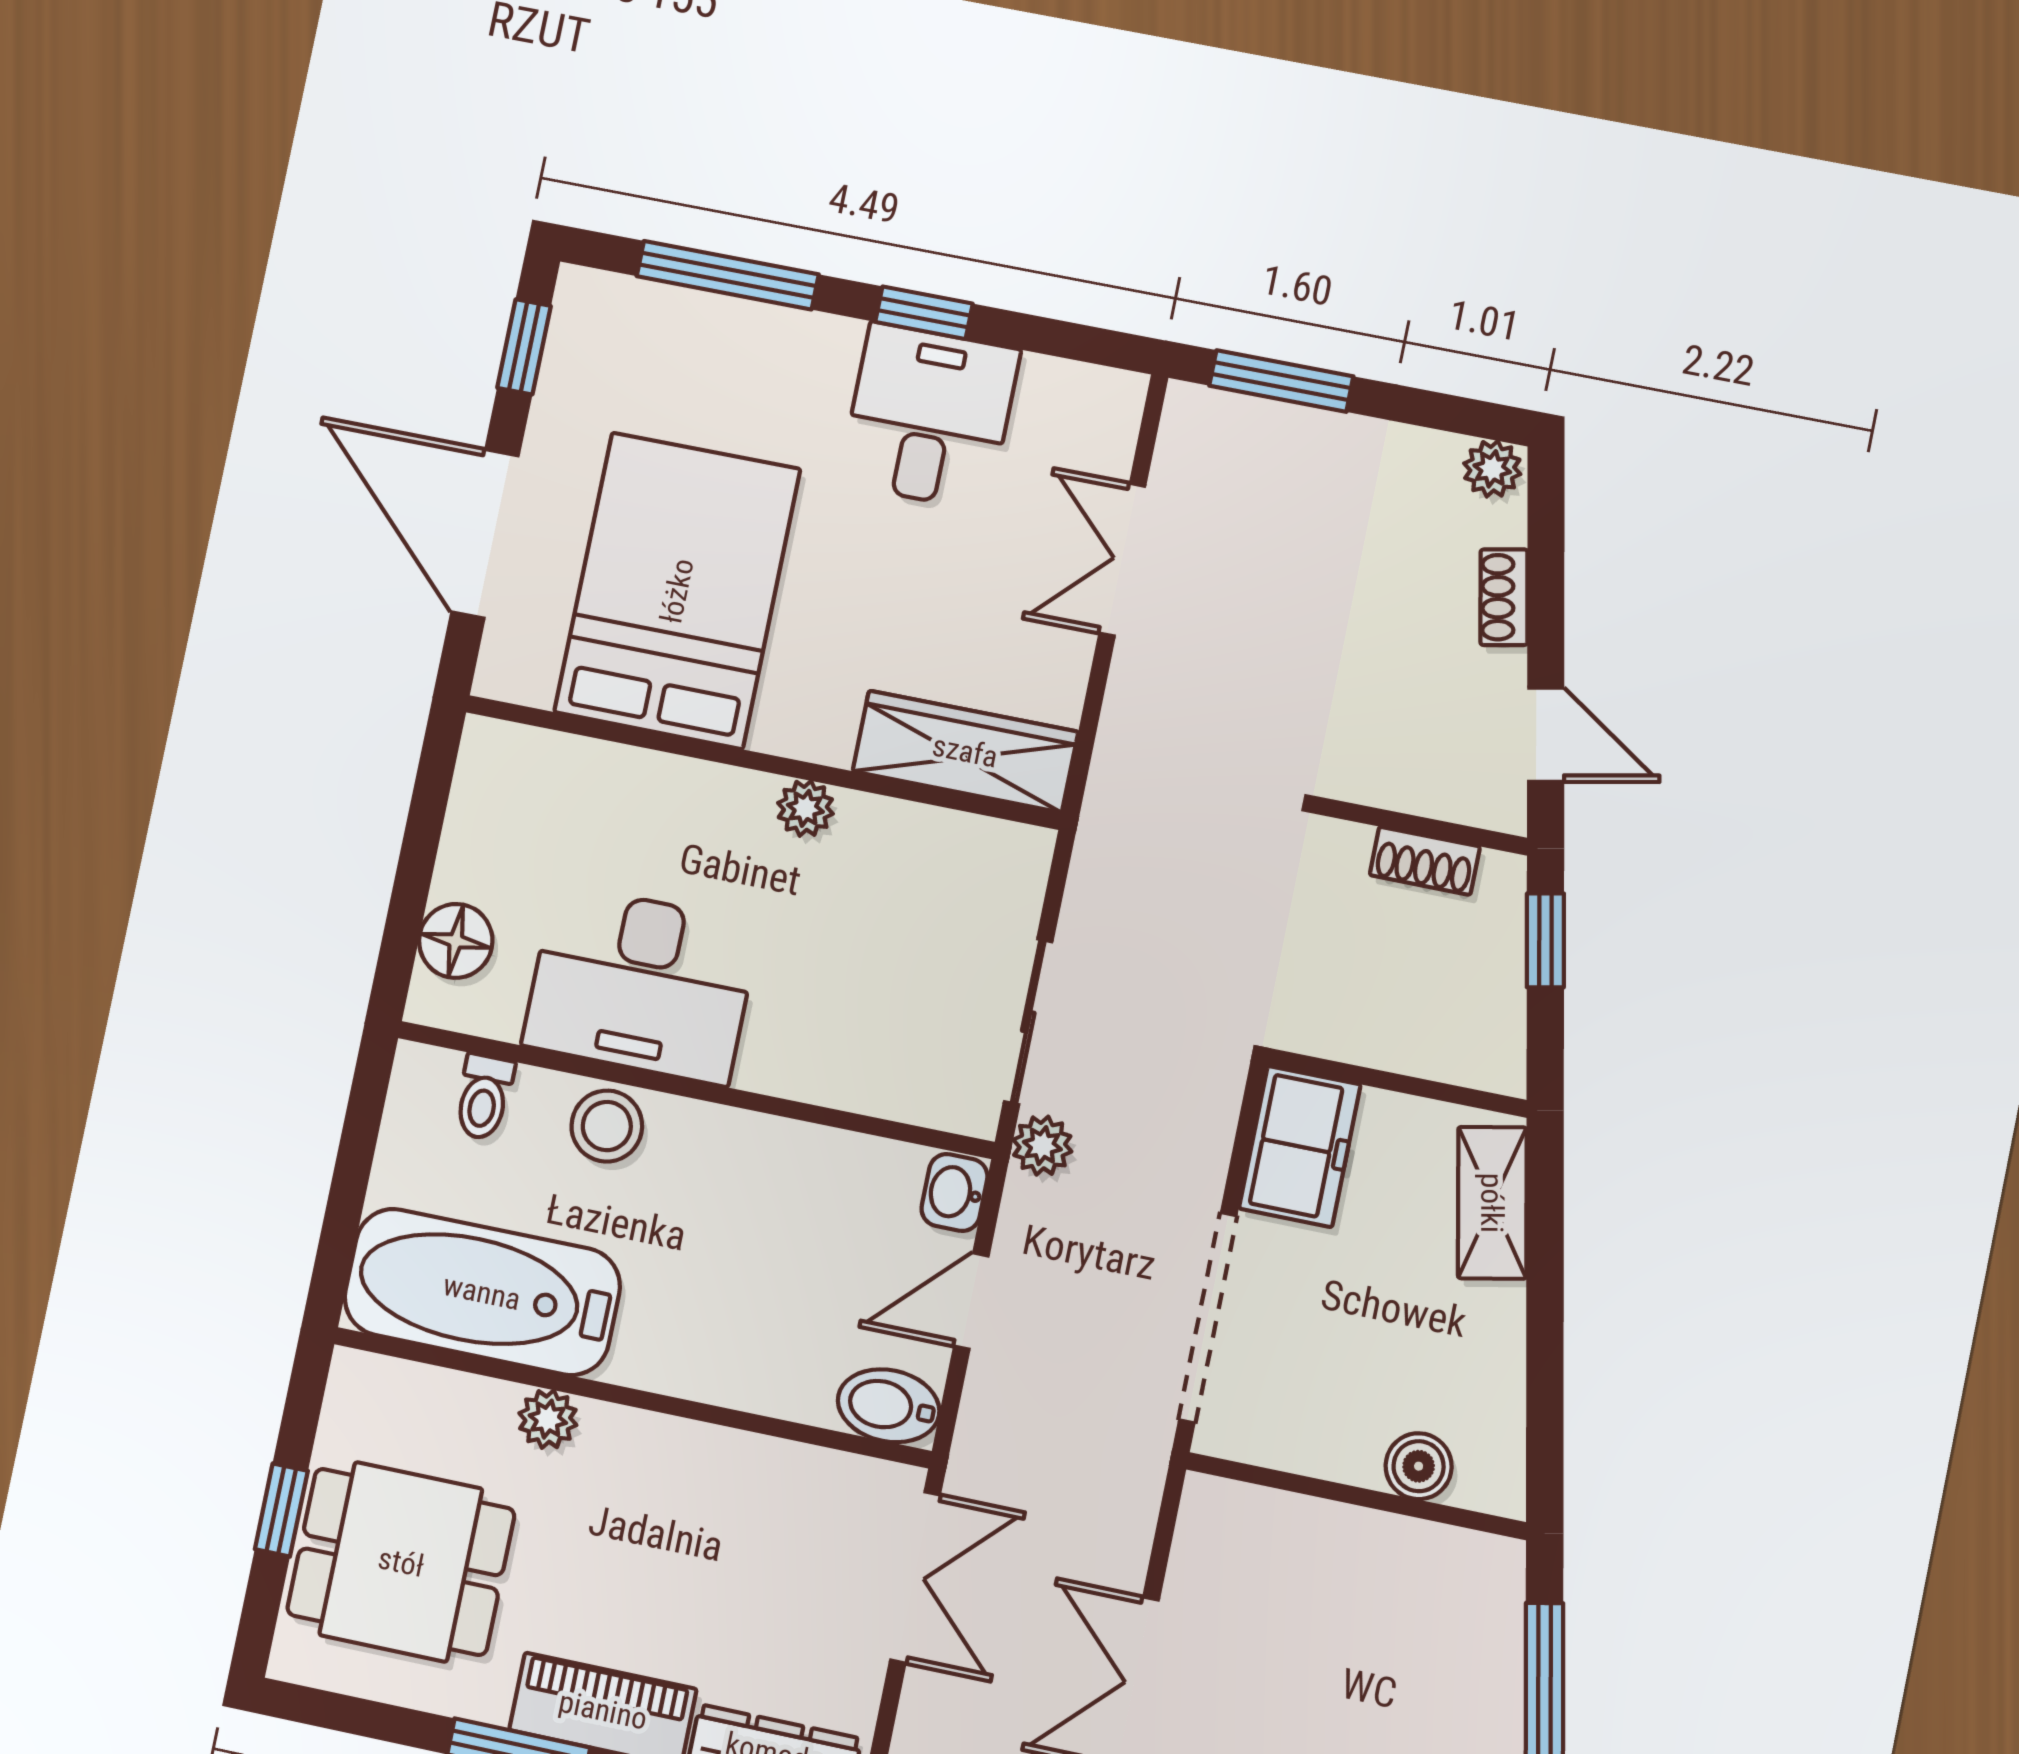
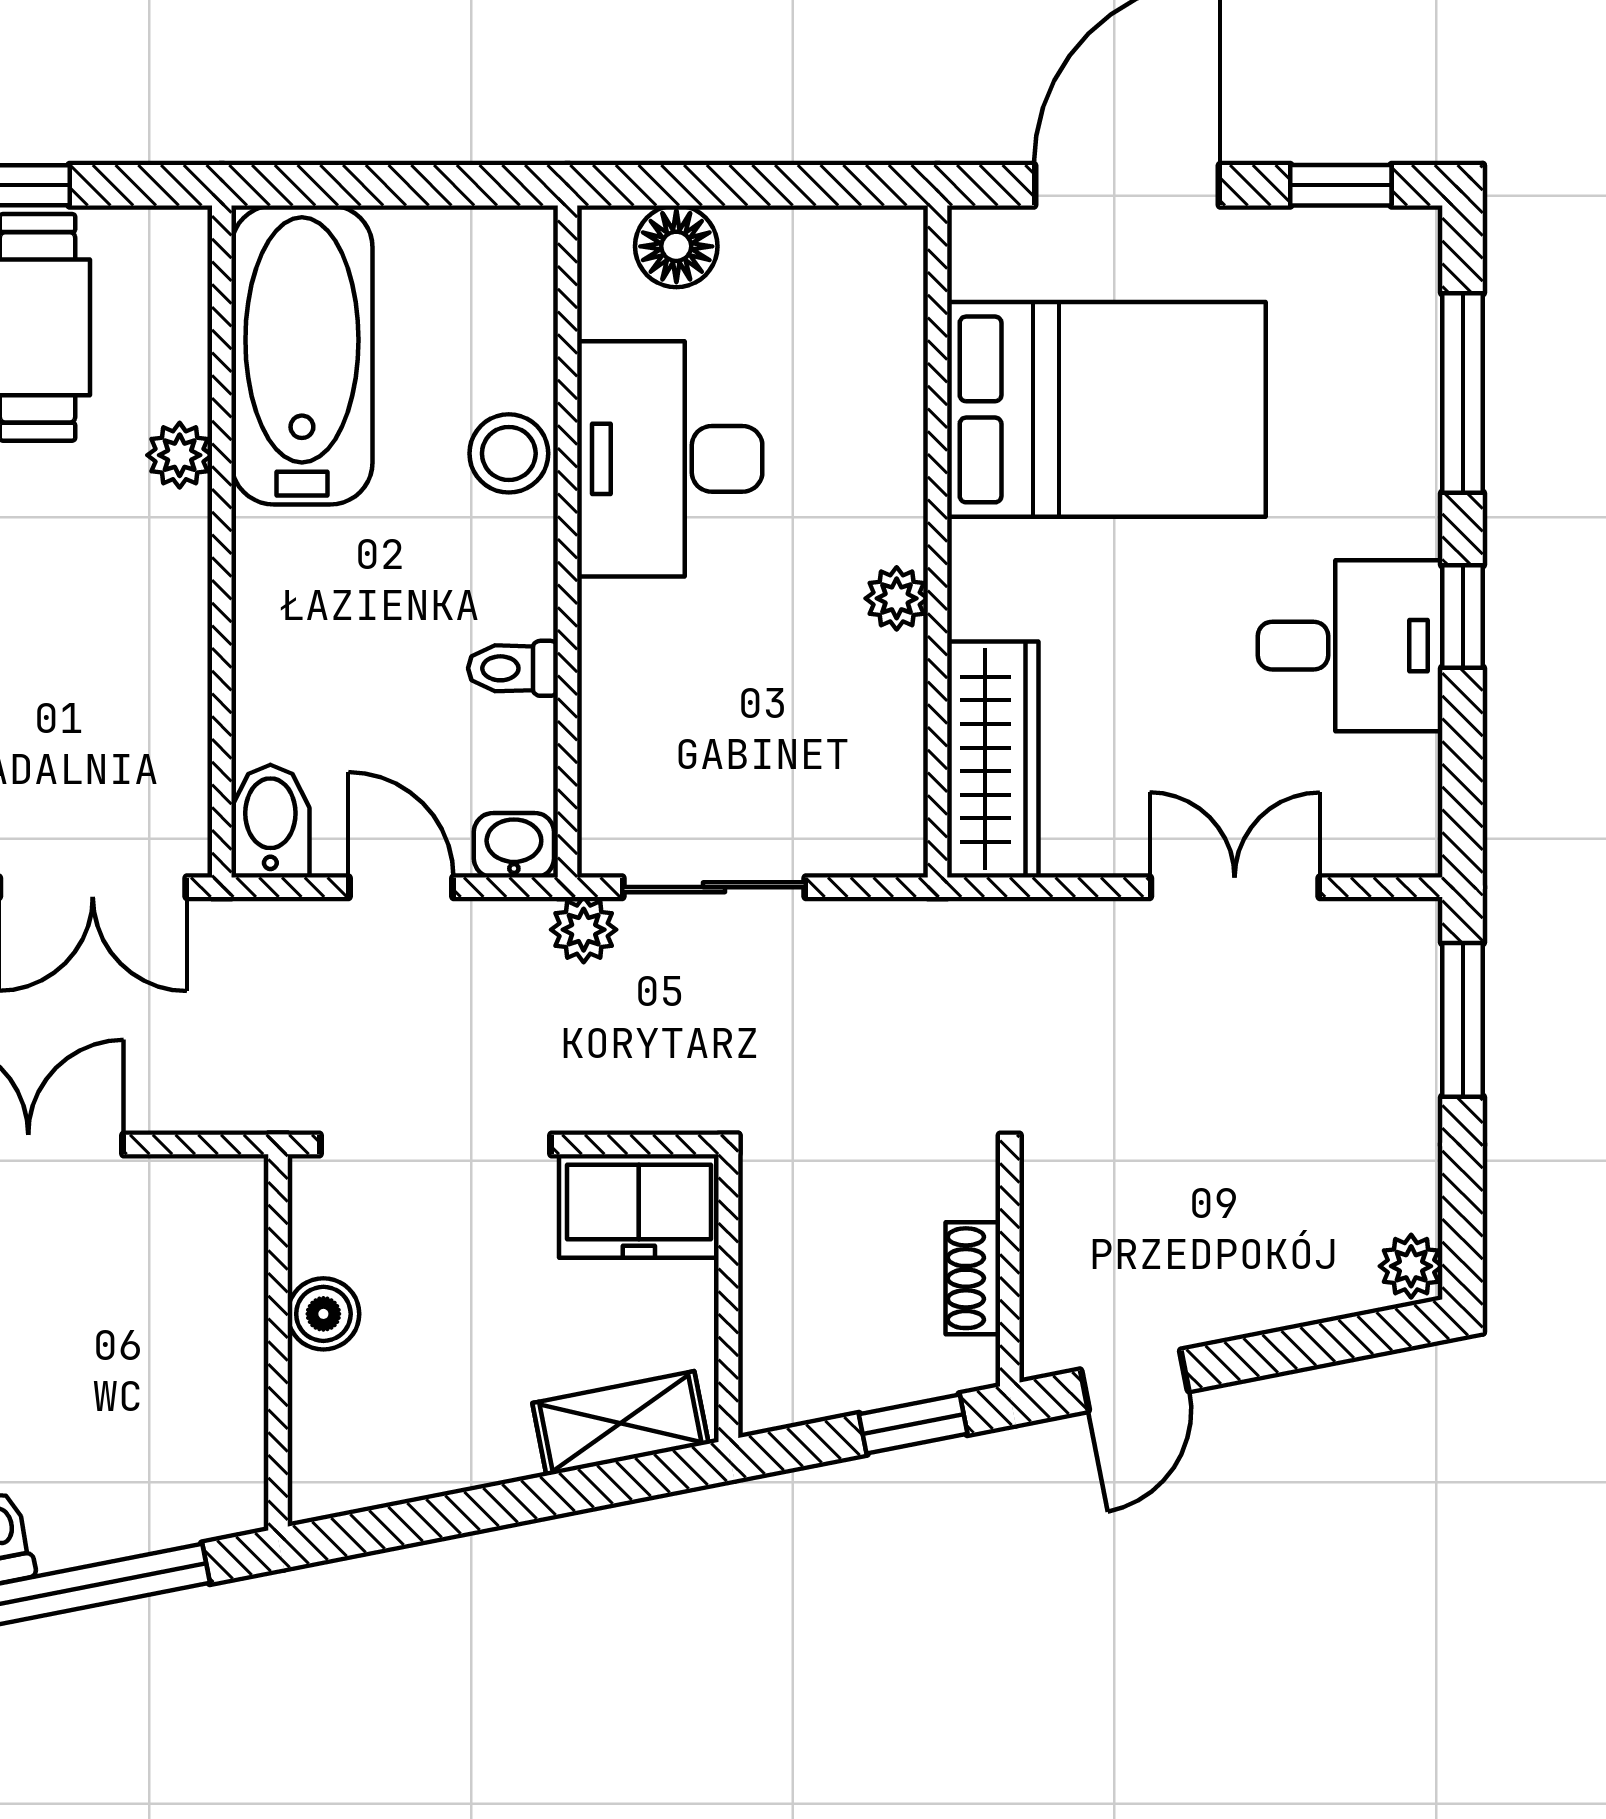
shoe rack: (1504, 597) -> (1274, 1306), removed
toilet: (484, 1097) -> (513, 668), moved
boiler: (1419, 1466) -> (323, 1314), moved

